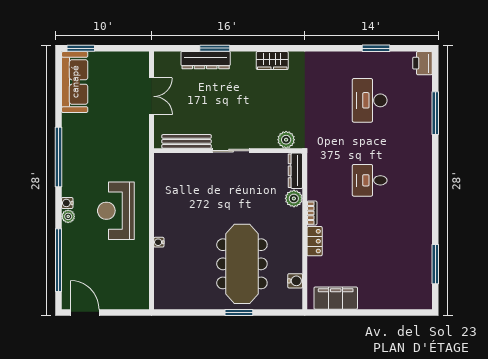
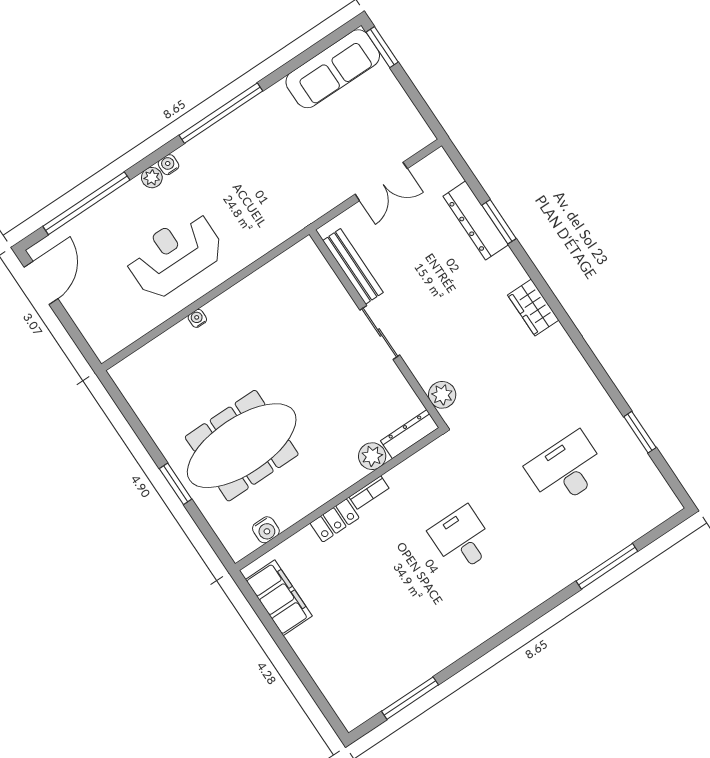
printer: (422, 63) -> (661, 506), removed
reception desk: (116, 211) -> (175, 255), moved

